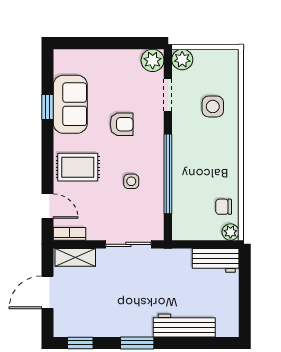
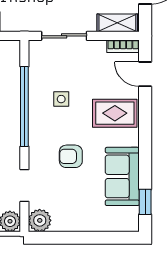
window: (48, 107) -> (145, 202), moved

